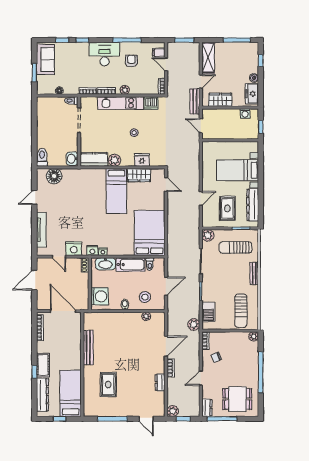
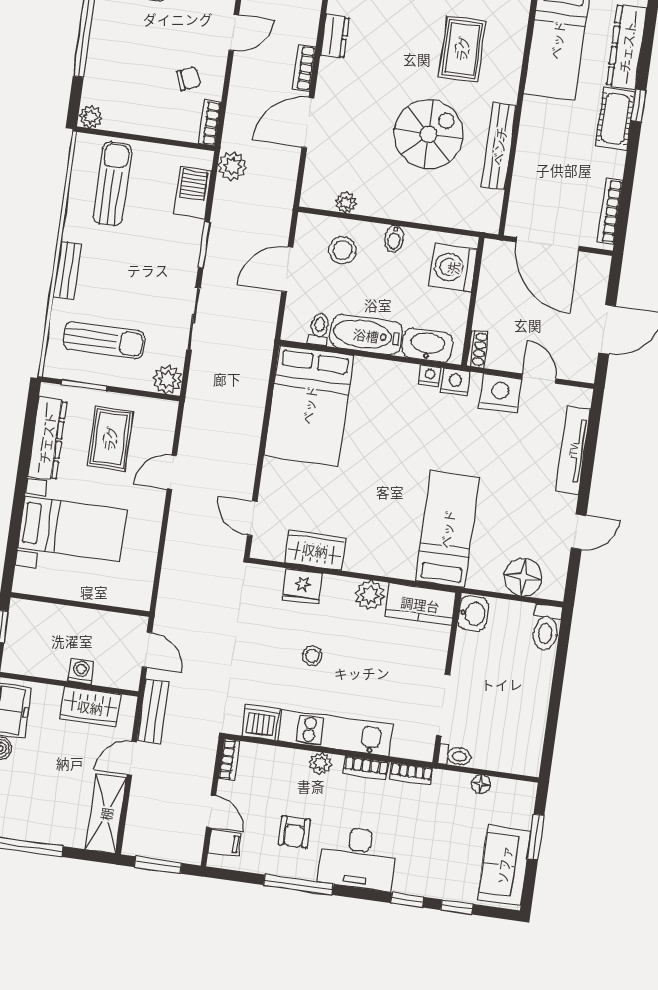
washing machine: (245, 113) -> (81, 671), moved
bed: (116, 191) -> (447, 529), moved
spiral stairs: (117, 348) -> (429, 134), added

